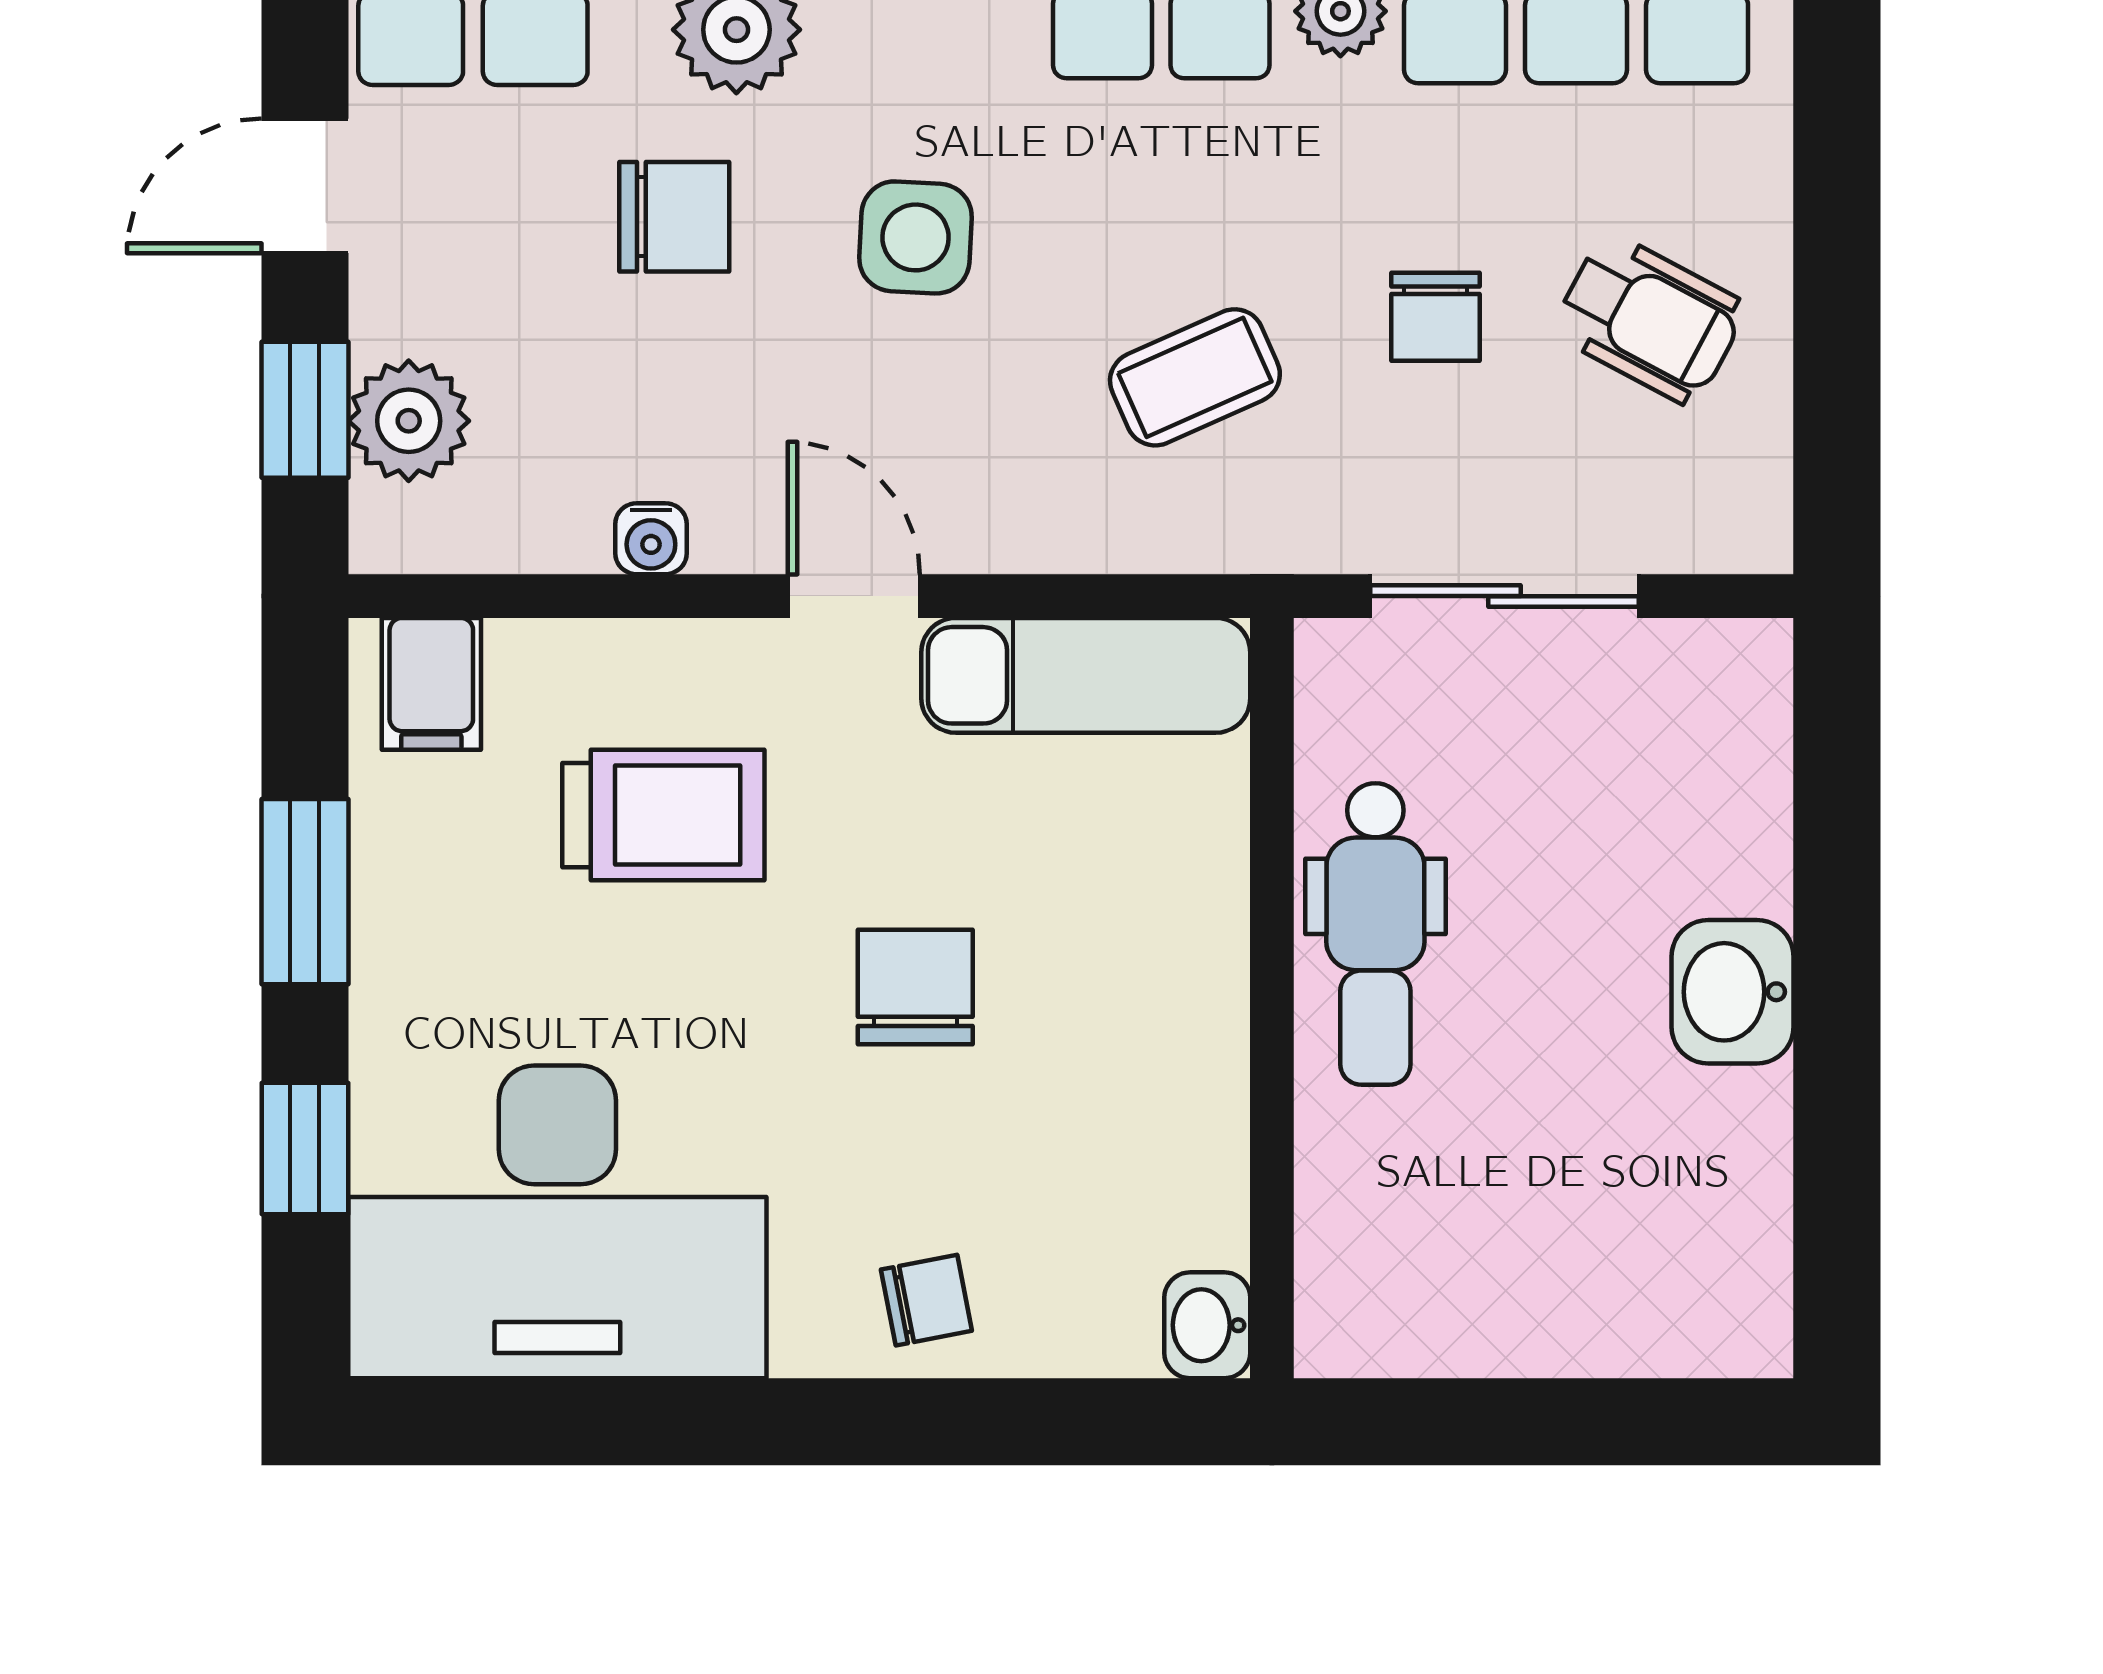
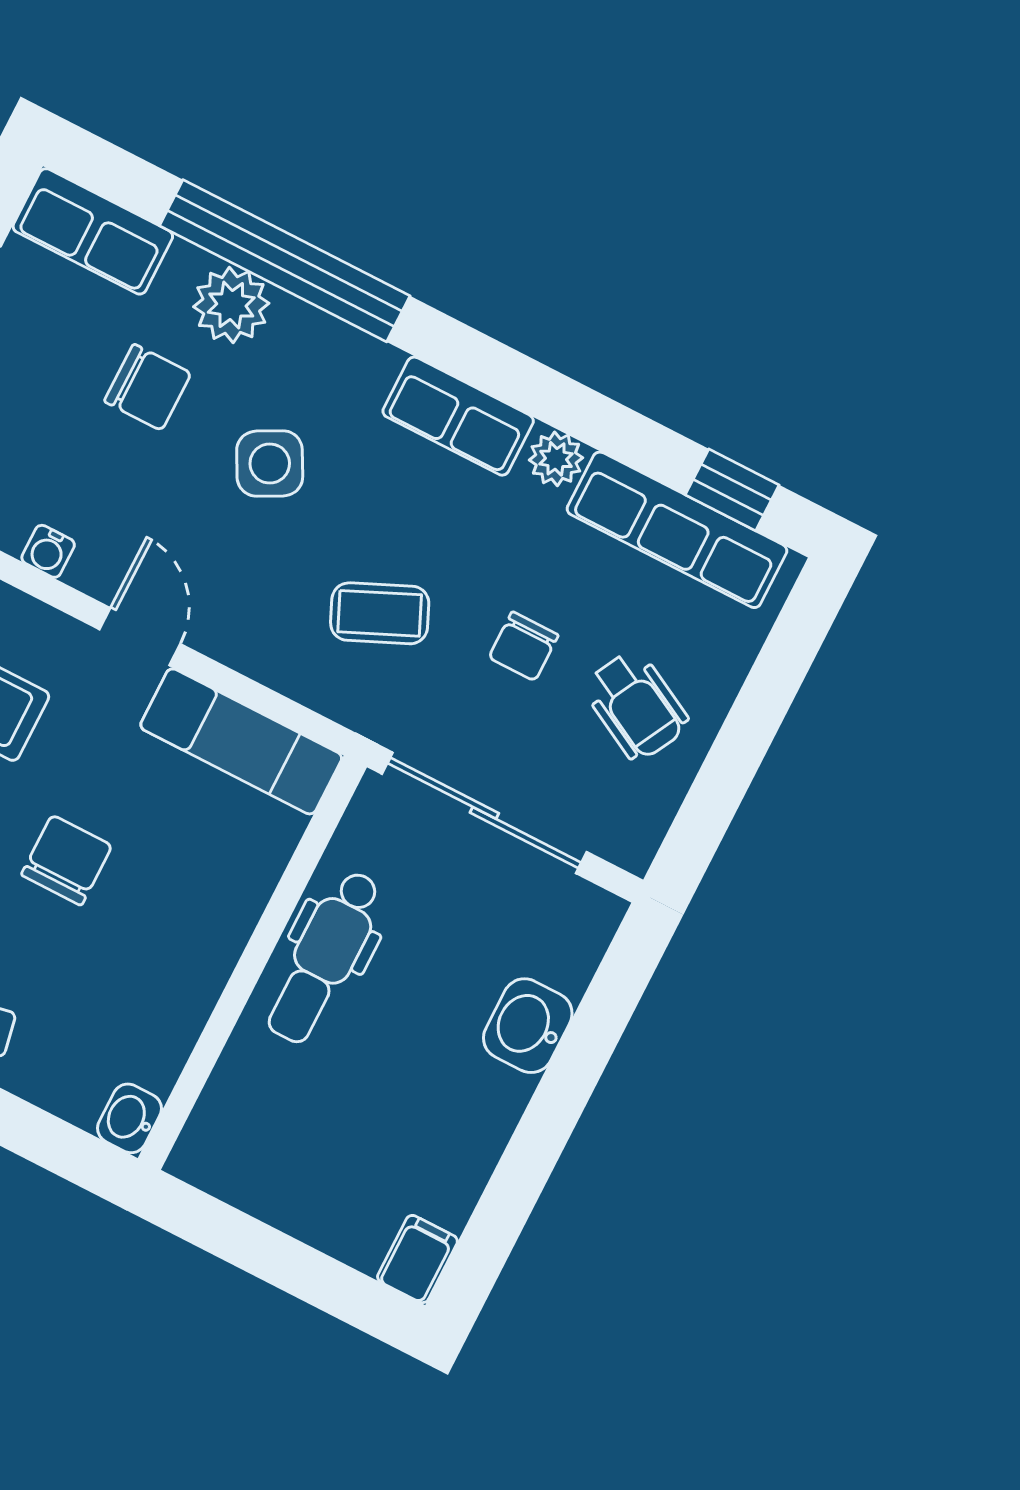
side table: (916, 237) -> (270, 464), turned -31
sliding door: (1505, 596) -> (484, 813), width x1.37
washbasin: (1733, 992) -> (528, 1026), moved
filing cabinet: (1746, 1315) -> (417, 1259), added

